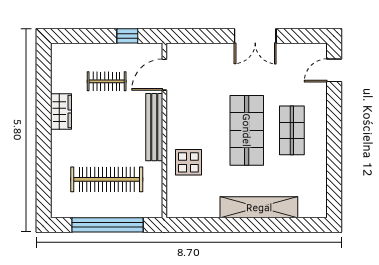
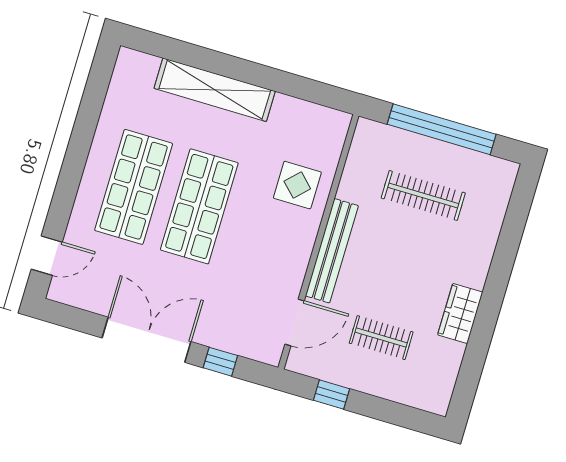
window: (204, 36) -> (220, 362), added
double door: (255, 36) -> (146, 340), width x1.37
shop shelf: (292, 130) -> (134, 187), width x1.43, depth x1.36
clothes rail: (107, 179) -> (423, 195), width x0.73, depth x0.76

